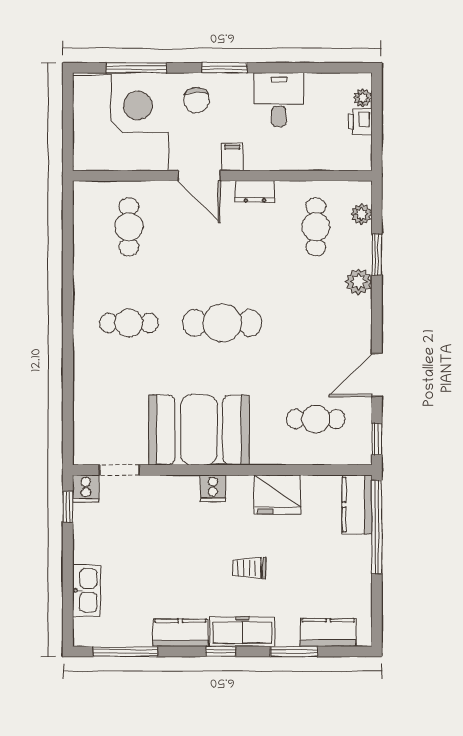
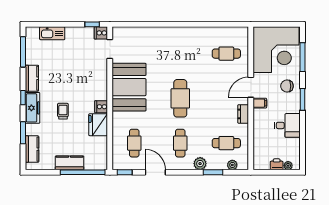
cafe table: (129, 323) -> (180, 143), moved
cooker: (213, 488) -> (101, 107), moved
kitchen counter: (357, 505) -> (70, 163), moved

